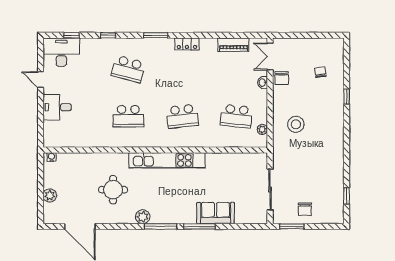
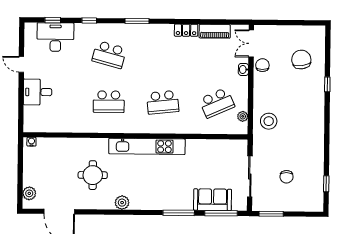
locker: (187, 44) -> (186, 30), moved
desk: (61, 52) -> (55, 37), moved
chair: (320, 72) -> (301, 60), width x1.87, depth x1.87
chair: (282, 78) -> (262, 65), turned 180
school desk: (236, 116) -> (217, 103), turned -30
stool: (296, 124) -> (269, 121), moved
plant: (50, 195) -> (29, 193), moved
chair: (305, 209) -> (286, 177), moved
sofa: (216, 213) -> (213, 200), moved
window: (160, 226) -> (221, 213), moved

